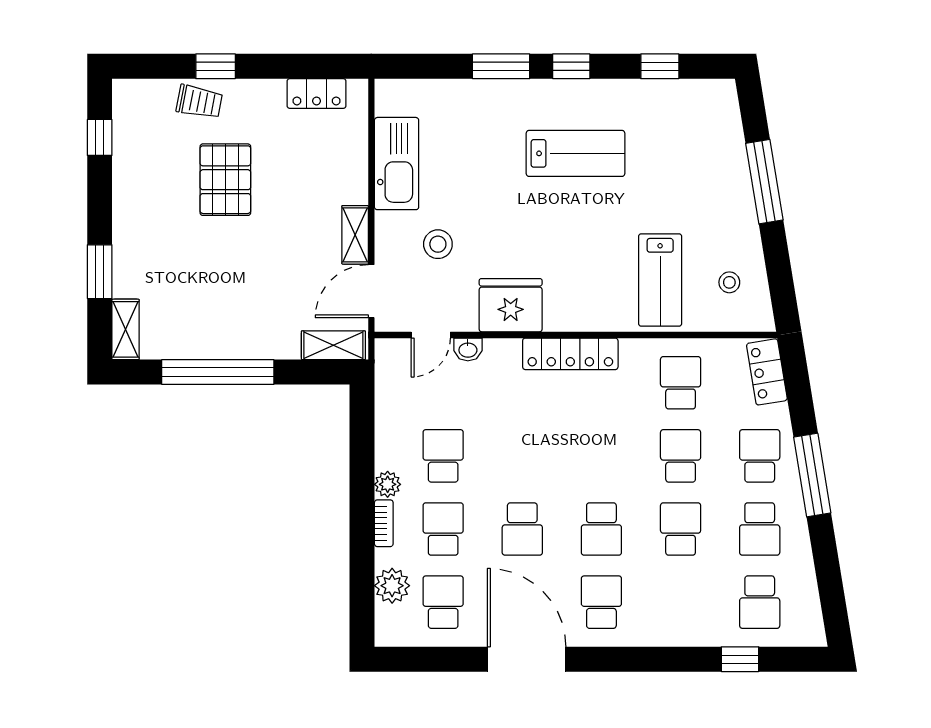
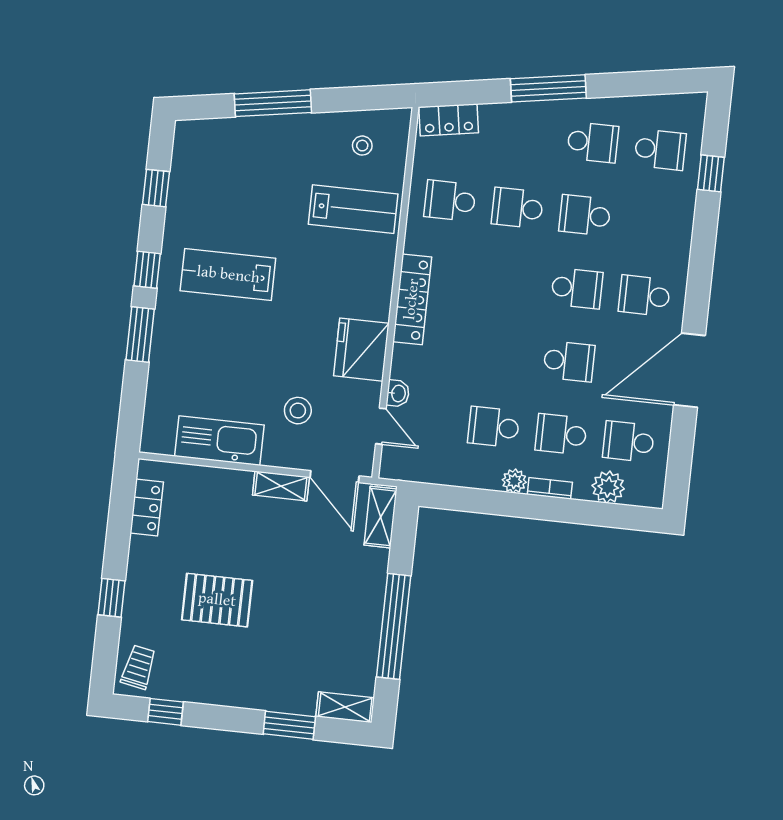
trolley: (199, 102) -> (139, 667), moved
lab bench: (575, 153) -> (228, 275), turned -90
school desk: (760, 456) -> (525, 135), removed

